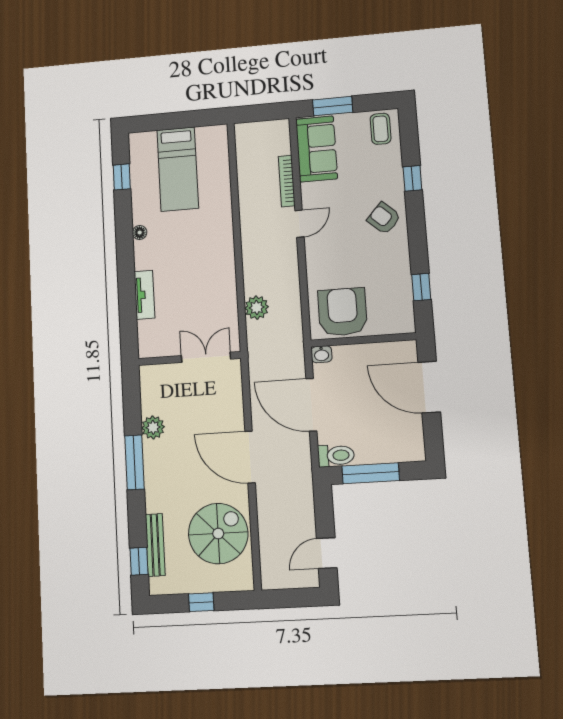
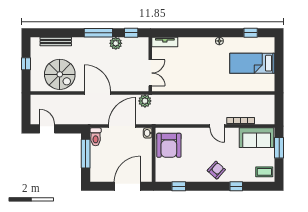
tv unit: (144, 295) -> (165, 42), moved
plant: (257, 308) -> (145, 101), moved
armchair: (343, 312) -> (169, 145), turned 90
door: (250, 457) -> (97, 93), hinge flipped
window: (139, 561) -> (131, 33), moved

